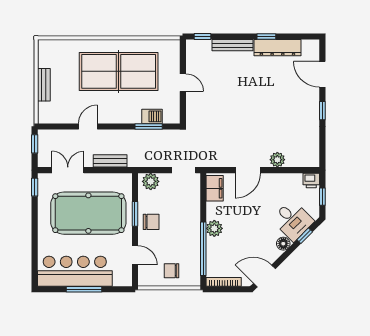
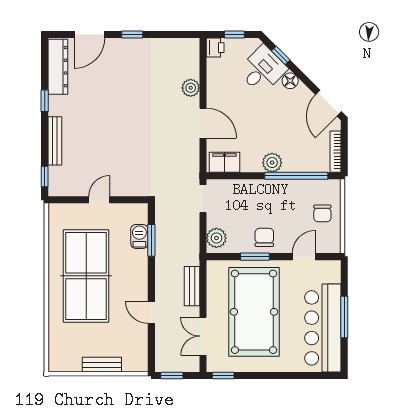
dresser: (277, 48) -> (58, 67), moved

